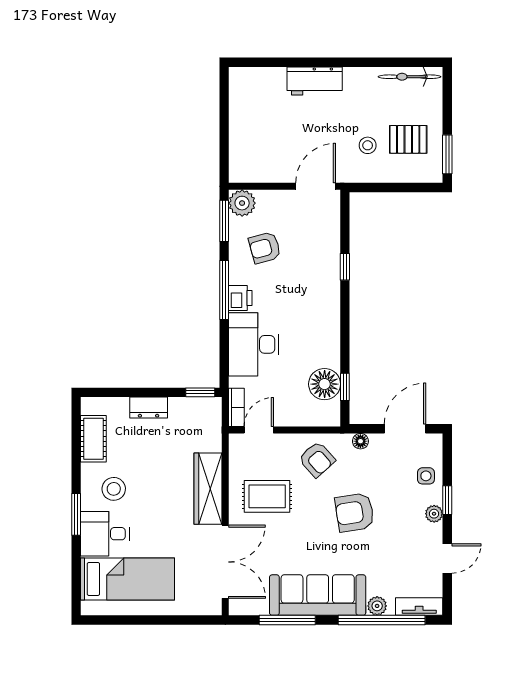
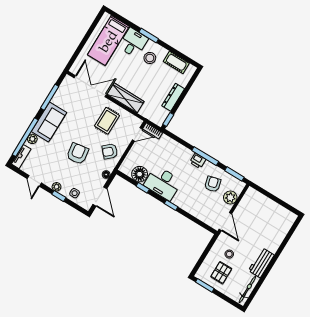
workbench: (315, 81) -> (261, 263), moved
plant: (242, 203) -> (230, 198), moved
window: (345, 267) -> (171, 205), moved
desk: (254, 344) -> (163, 183), moved, turned 180
window: (345, 387) -> (143, 188), moved
dresser: (149, 407) -> (173, 97), width x1.44
door: (259, 430) -> (137, 134), hinge flipped
double door: (225, 562) -> (90, 86), swing flipped
sofa: (318, 595) -> (49, 122), width x0.73

